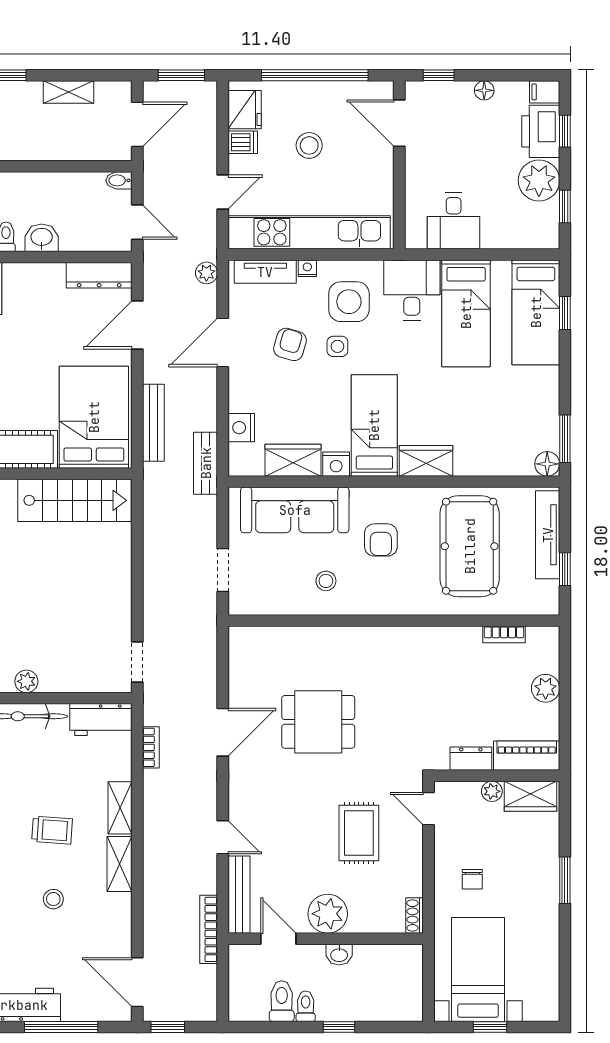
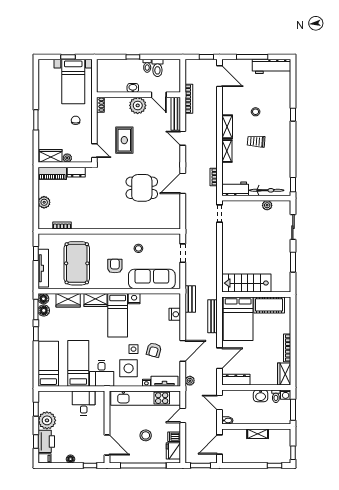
shelving: (68, 92) -> (258, 434), moved
window: (565, 313) -> (36, 334), moved
floor lamp: (546, 436) -> (44, 310), added
wardrobe: (293, 460) -> (68, 300), moved

